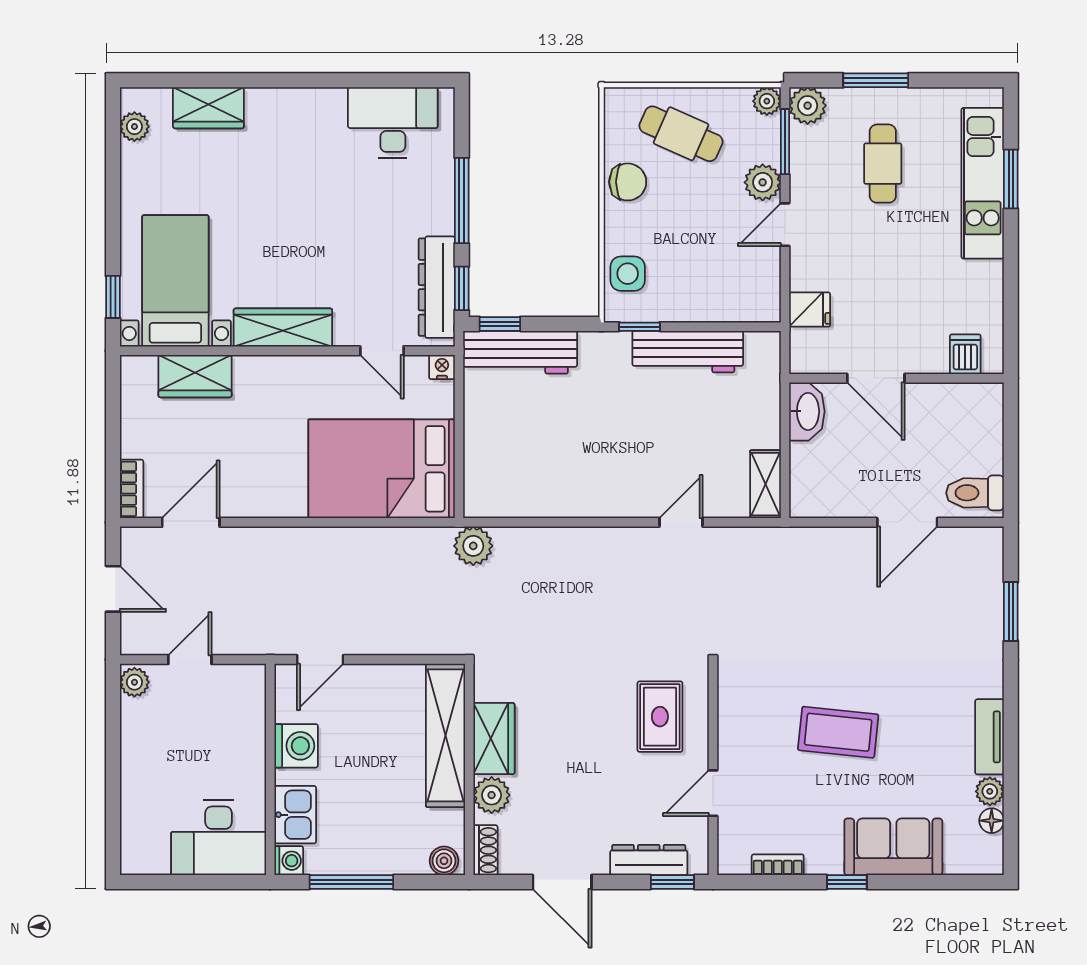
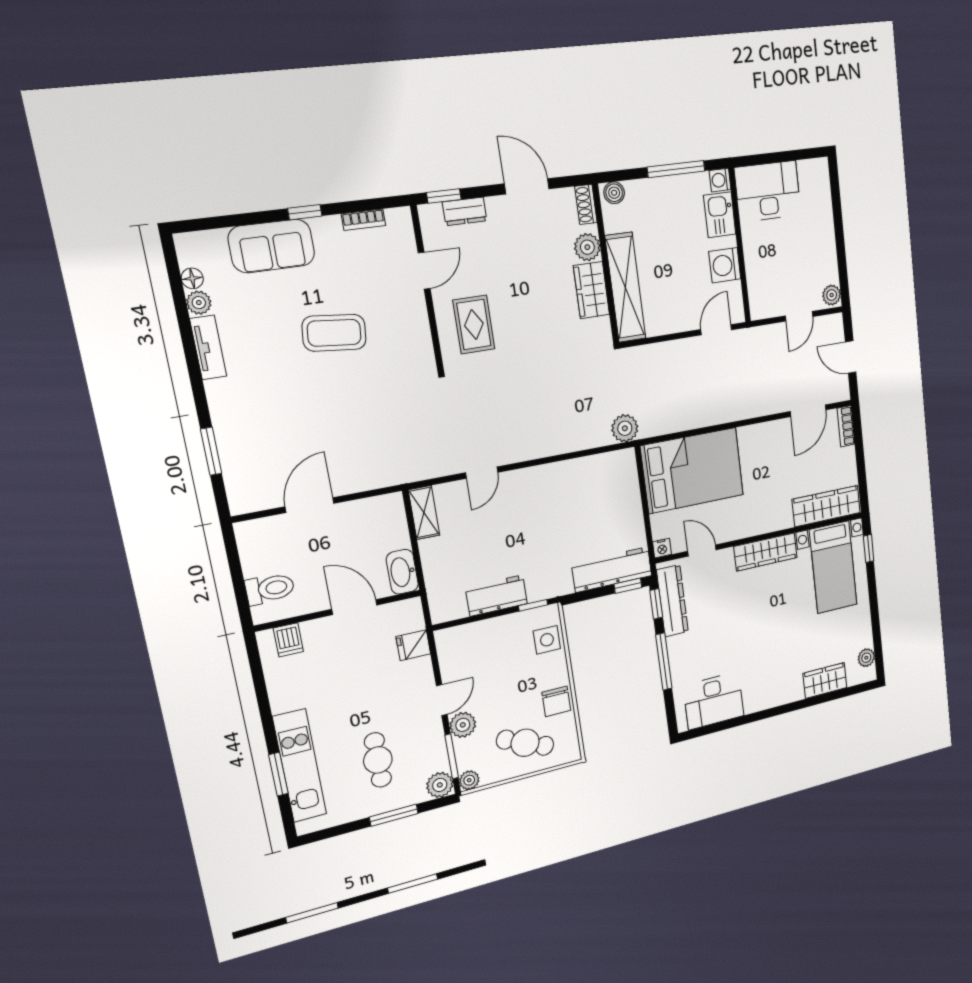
chair: (628, 182) -> (556, 701), turned -90
workbench: (688, 352) -> (496, 596), width x0.73
wardrobe: (195, 376) -> (826, 506), width x1.50
toilet: (975, 493) -> (270, 589), moved
dresser: (649, 860) -> (465, 211), width x0.70

